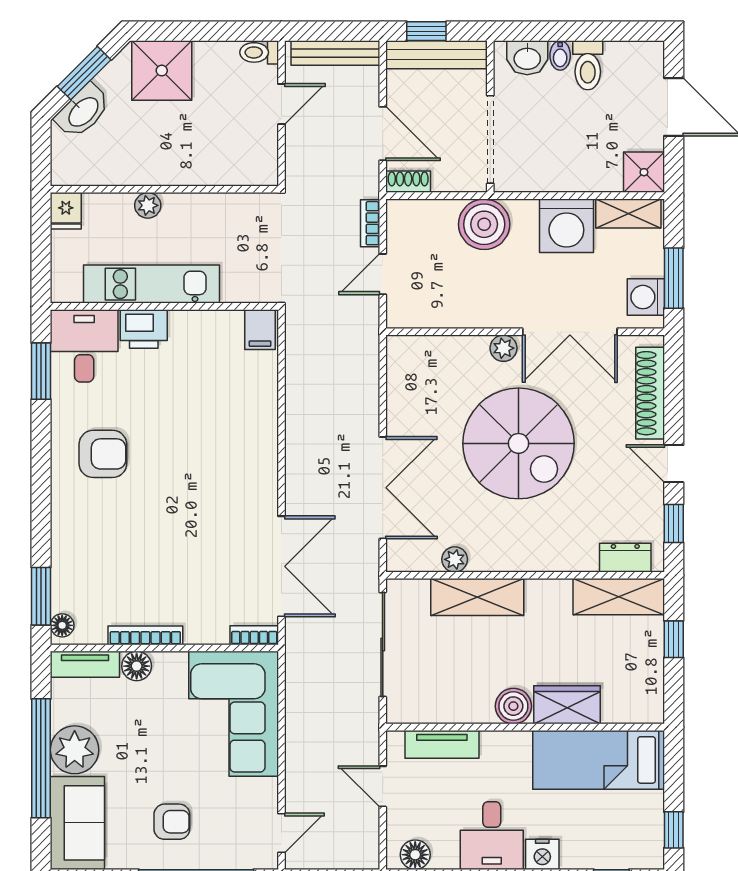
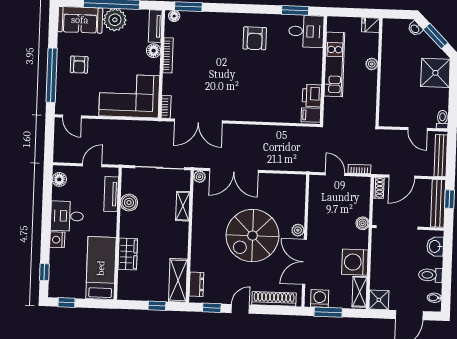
bidet: (560, 55) -> (434, 298), moved
washbasin: (83, 111) -> (415, 29), width x0.52, depth x0.69
boiler: (484, 224) -> (363, 223), width x0.54, depth x0.54
printer: (144, 329) -> (312, 96), moved
plant: (455, 559) -> (200, 177), moved
shelving: (477, 597) -> (183, 206), width x0.67, depth x0.75
boiler: (513, 706) -> (129, 203), moved

